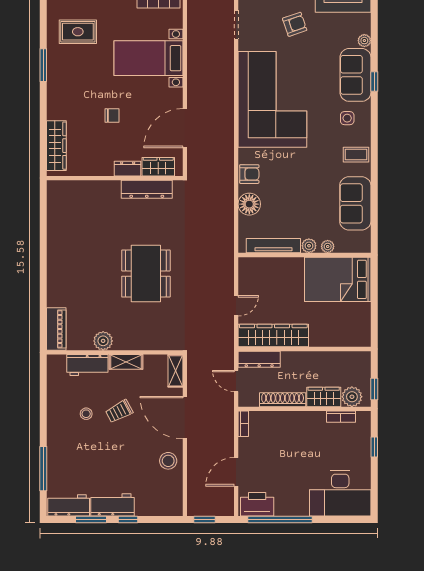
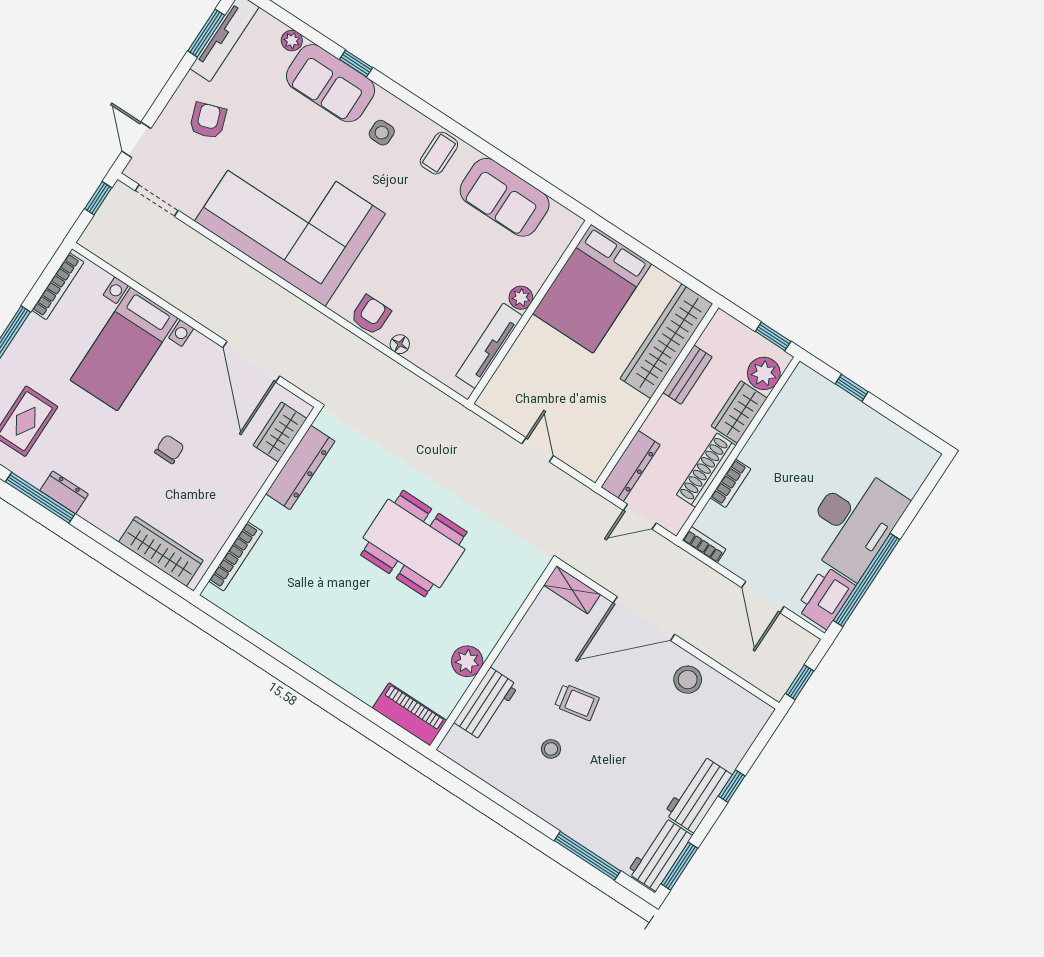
window: (43, 65) -> (40, 498), width x1.44
dresser: (128, 169) -> (64, 492), moved, turned 90
bookcase: (79, 186) -> (236, 556), added
floor lamp: (249, 204) -> (400, 344), width x0.53, depth x0.53
plant: (328, 246) -> (538, 273), removed
wardrobe: (273, 336) -> (666, 341), moved
bench: (325, 358) -> (687, 375), added
shelving: (126, 362) -> (516, 649), removed
trolley: (119, 411) -> (577, 702), turned -73
bookcase: (341, 417) -> (730, 483), moved
desk: (340, 493) -> (854, 522), moved
window: (91, 520) -> (679, 866), moved

